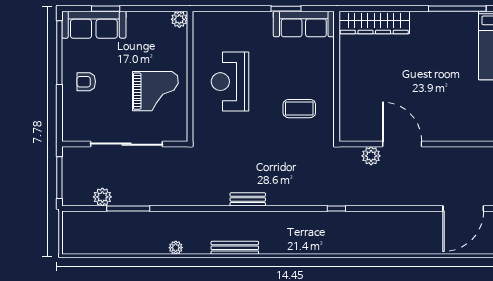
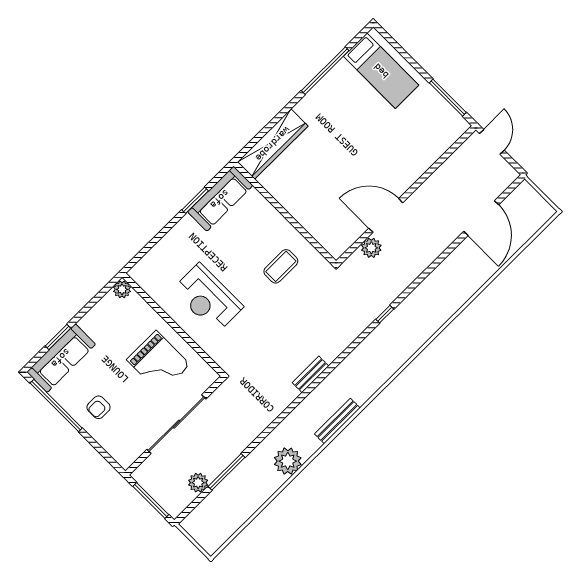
grand piano: (155, 91) -> (158, 362), turned 90
plant: (176, 248) -> (288, 461), width x1.88, depth x1.88

